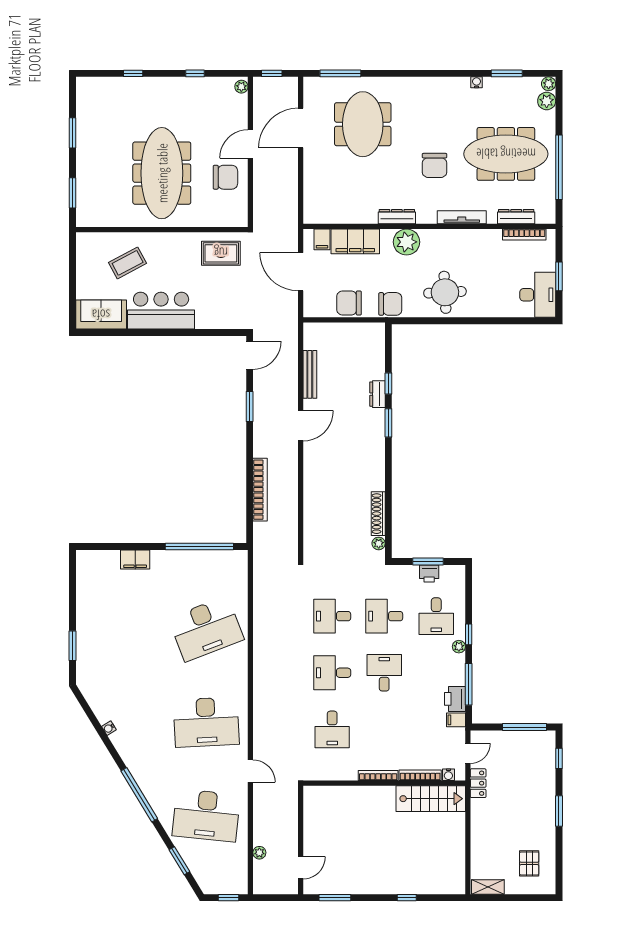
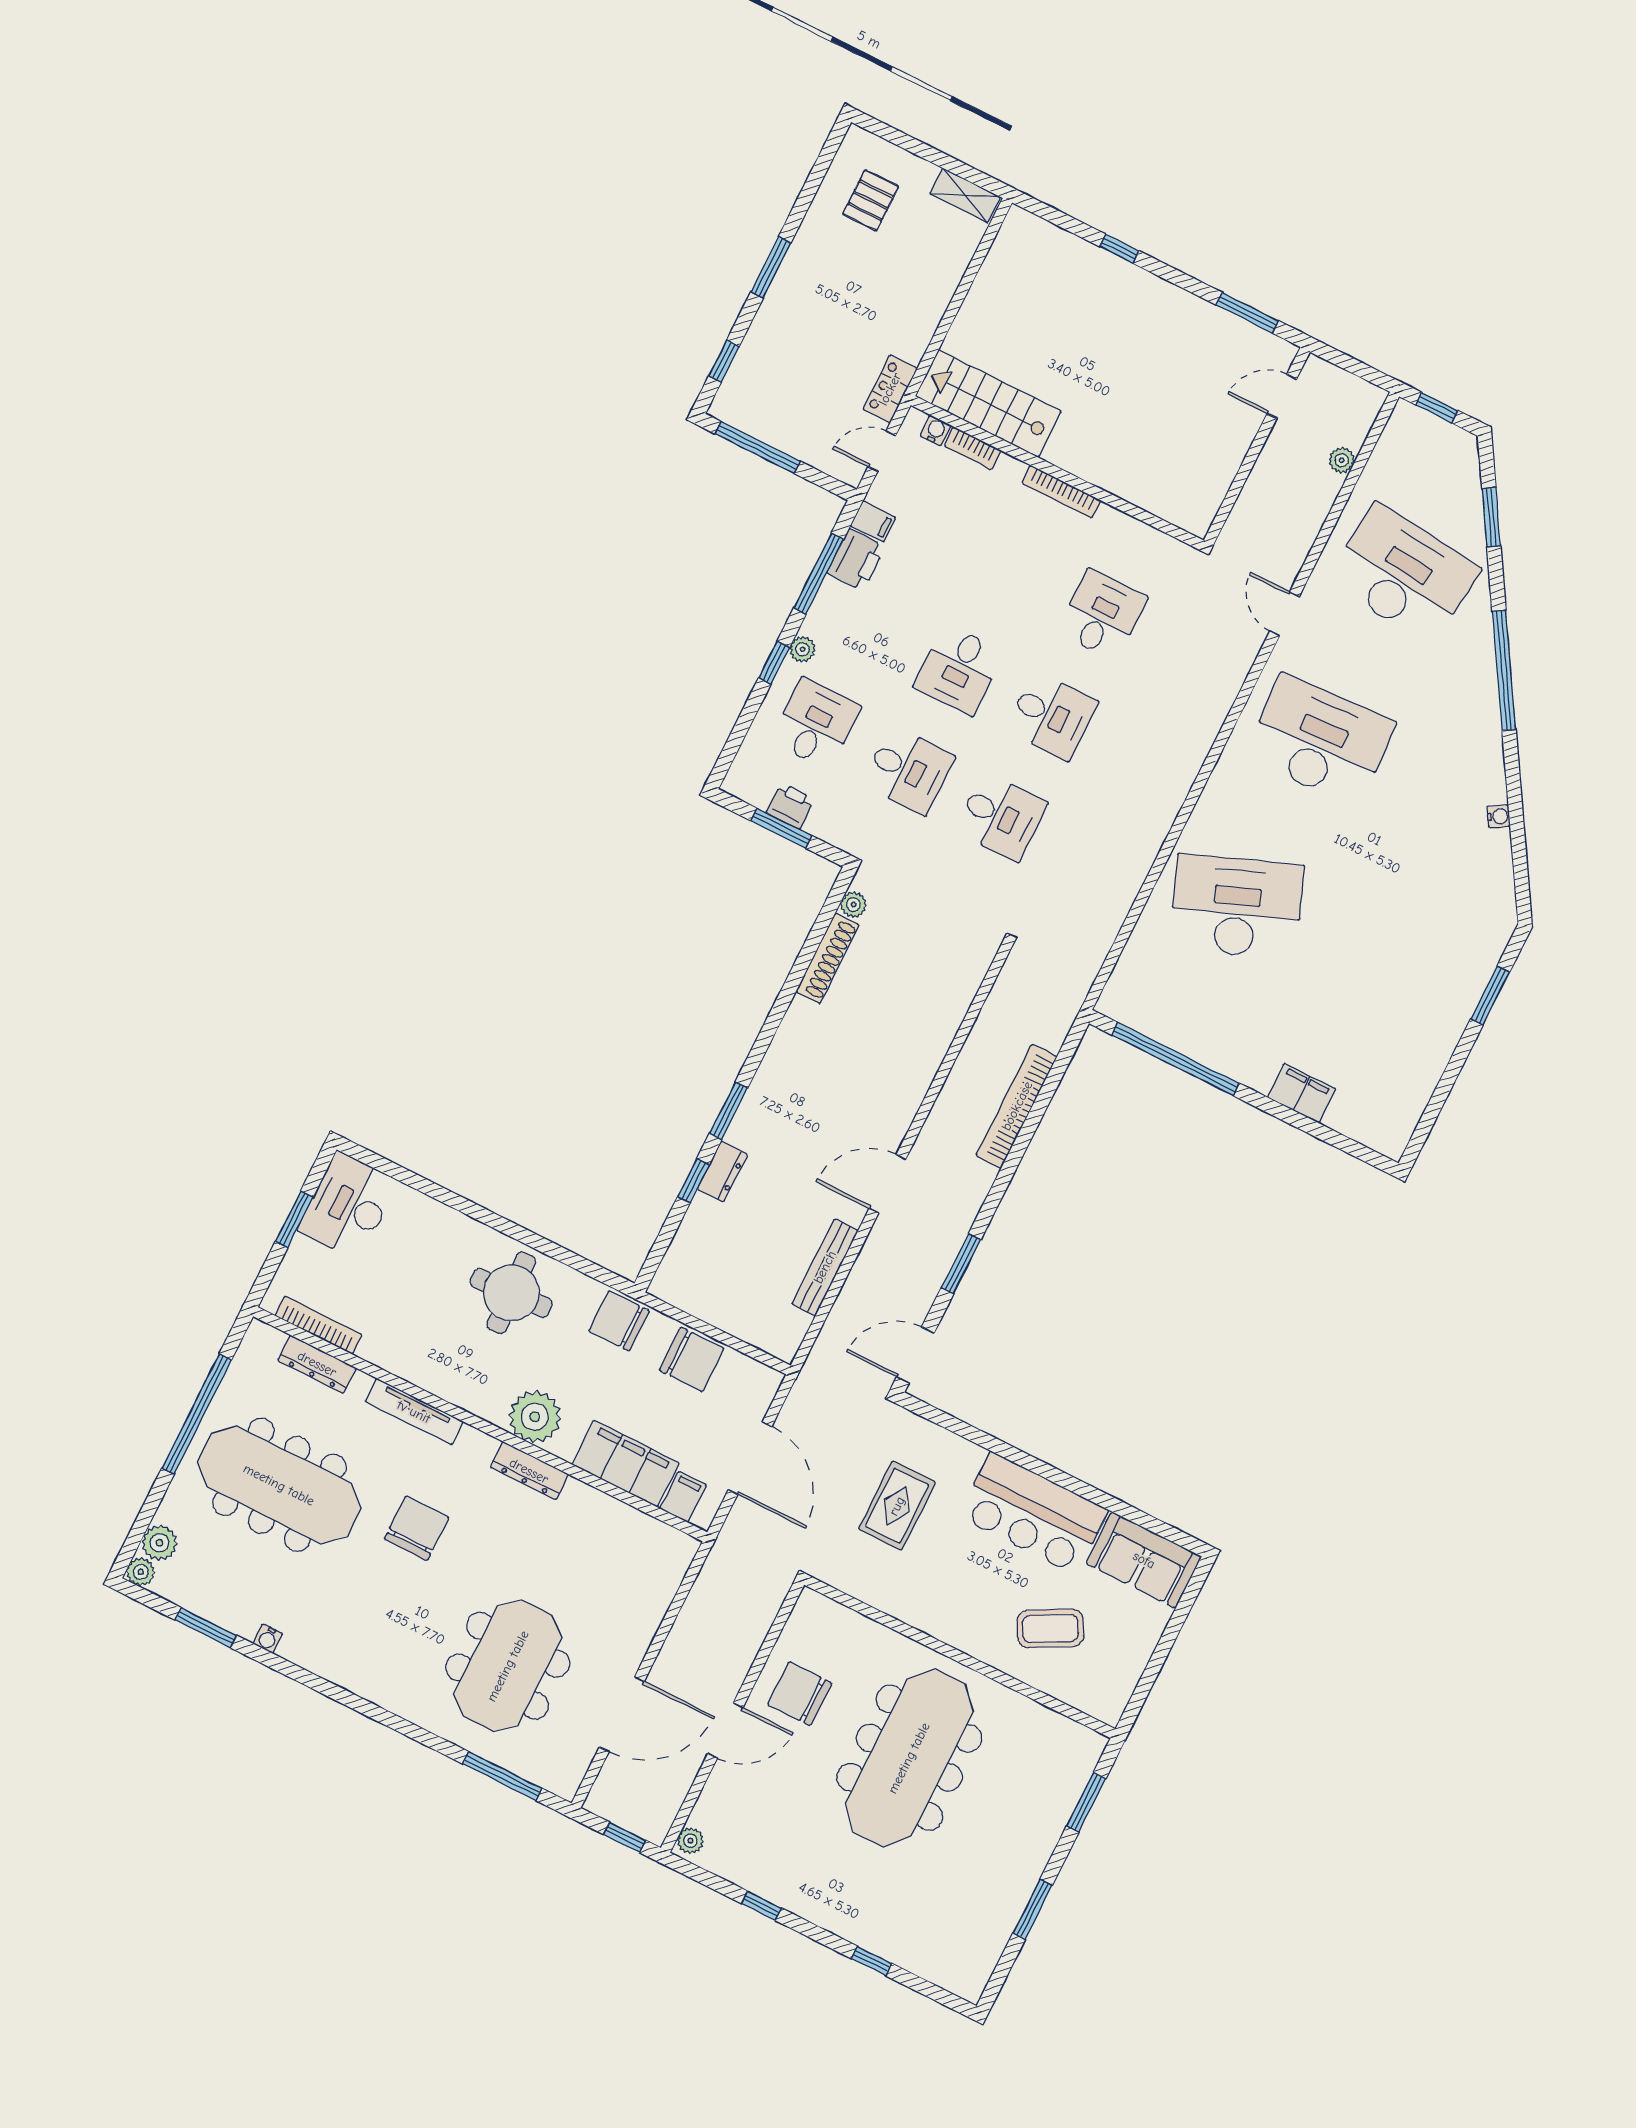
rug: (221, 253) -> (897, 1506), moved, turned 90
bookcase: (420, 775) -> (973, 448), width x0.64

